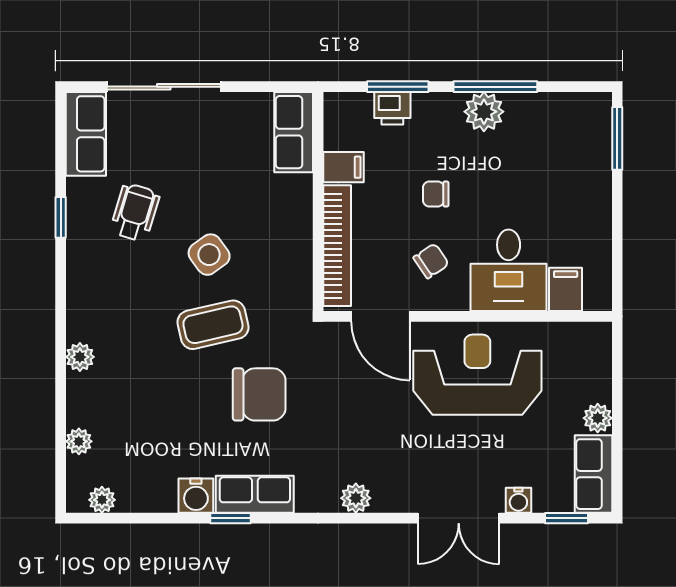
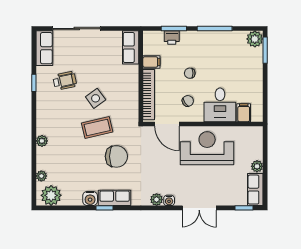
plant: (484, 112) -> (255, 39), moved
wheelchair: (135, 212) -> (65, 81), turned 61
plant: (102, 500) -> (51, 195), width x1.88, depth x1.88
water cooler: (518, 500) -> (169, 200), moved

